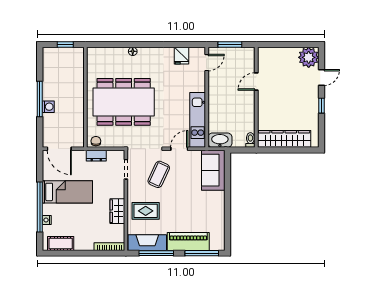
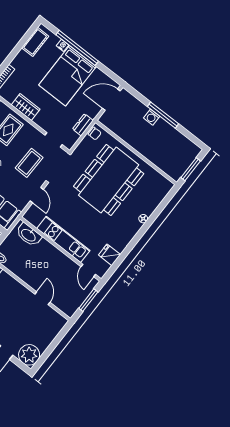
window: (65, 44) -> (191, 169), width x1.50
kitchen unit: (198, 120) -> (63, 239), moved
washbasin: (220, 140) -> (29, 235), moved, turned 90
coffee table: (159, 174) -> (29, 163), turned 66
bed: (67, 192) -> (68, 76), width x1.50

